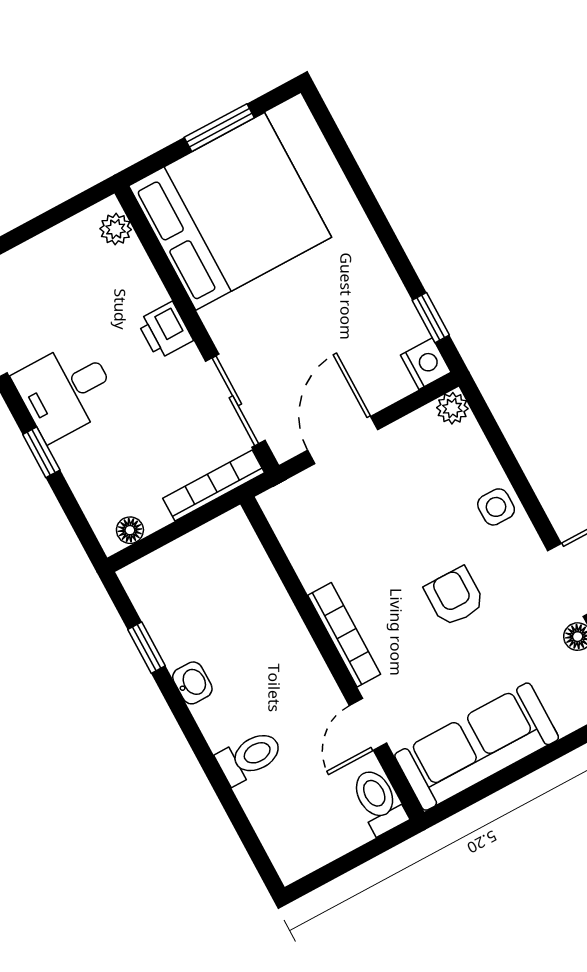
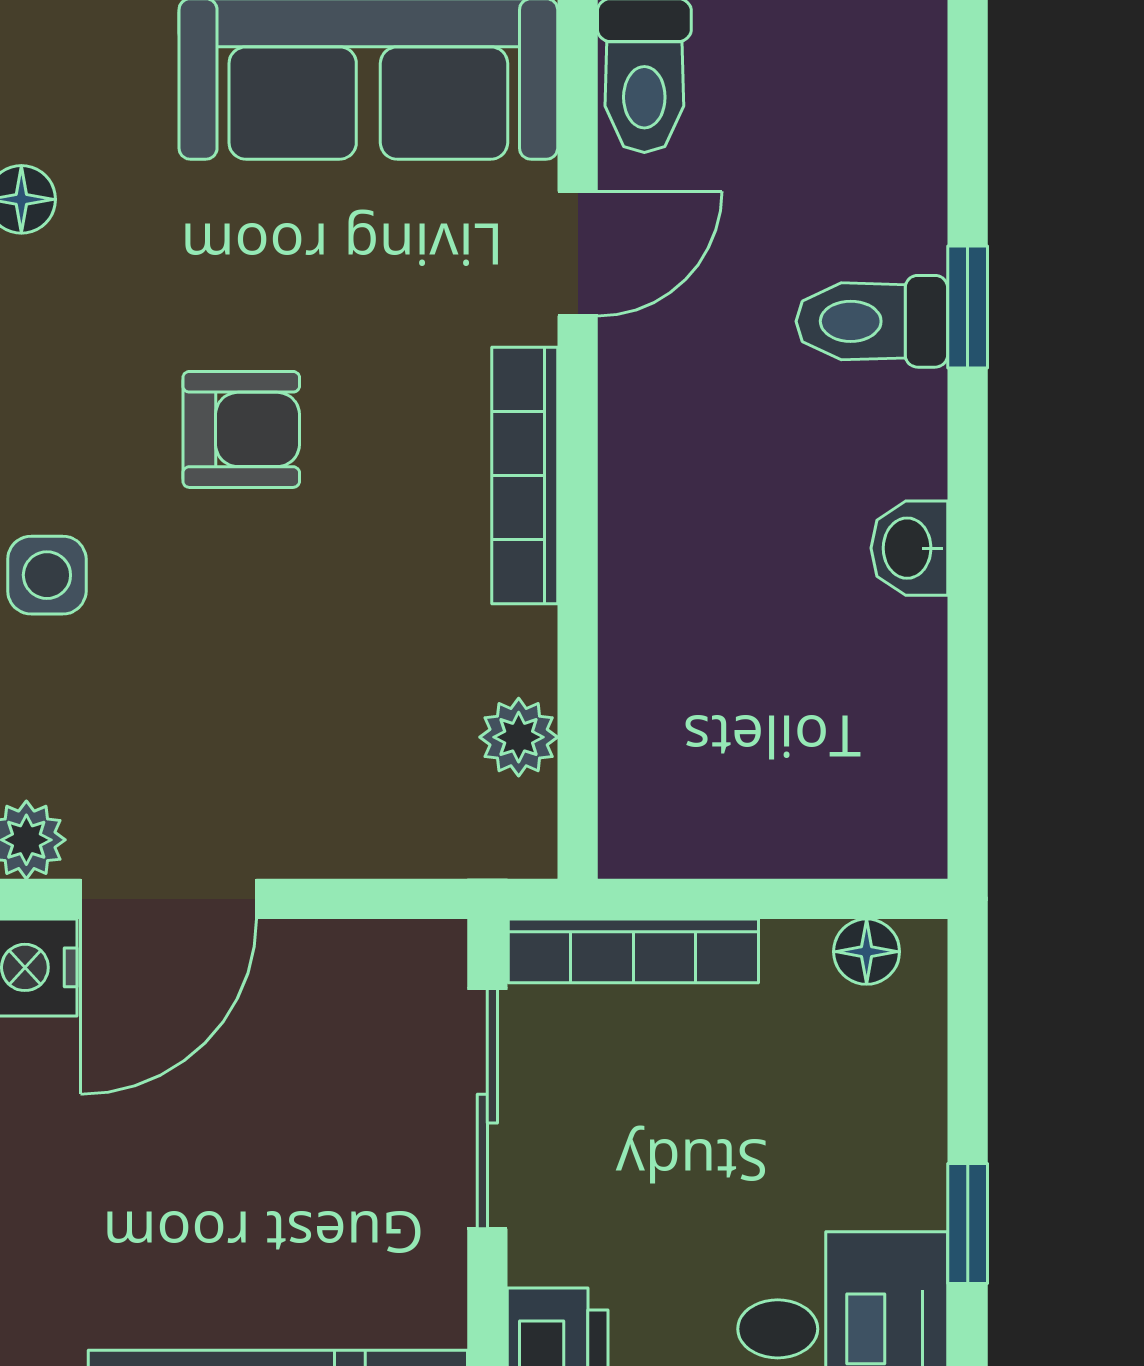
door: (343, 440) -> (169, 899), moved
plant: (296, 540) -> (519, 737), added
armchair: (455, 597) -> (241, 429), turned -90
window: (146, 648) -> (968, 307), moved

